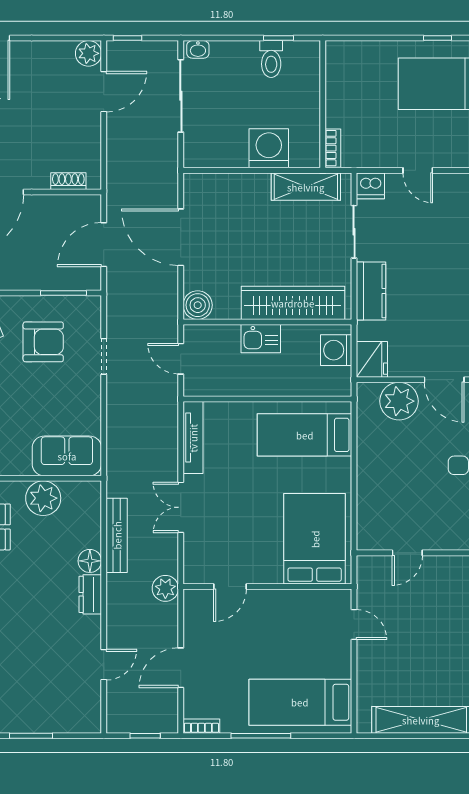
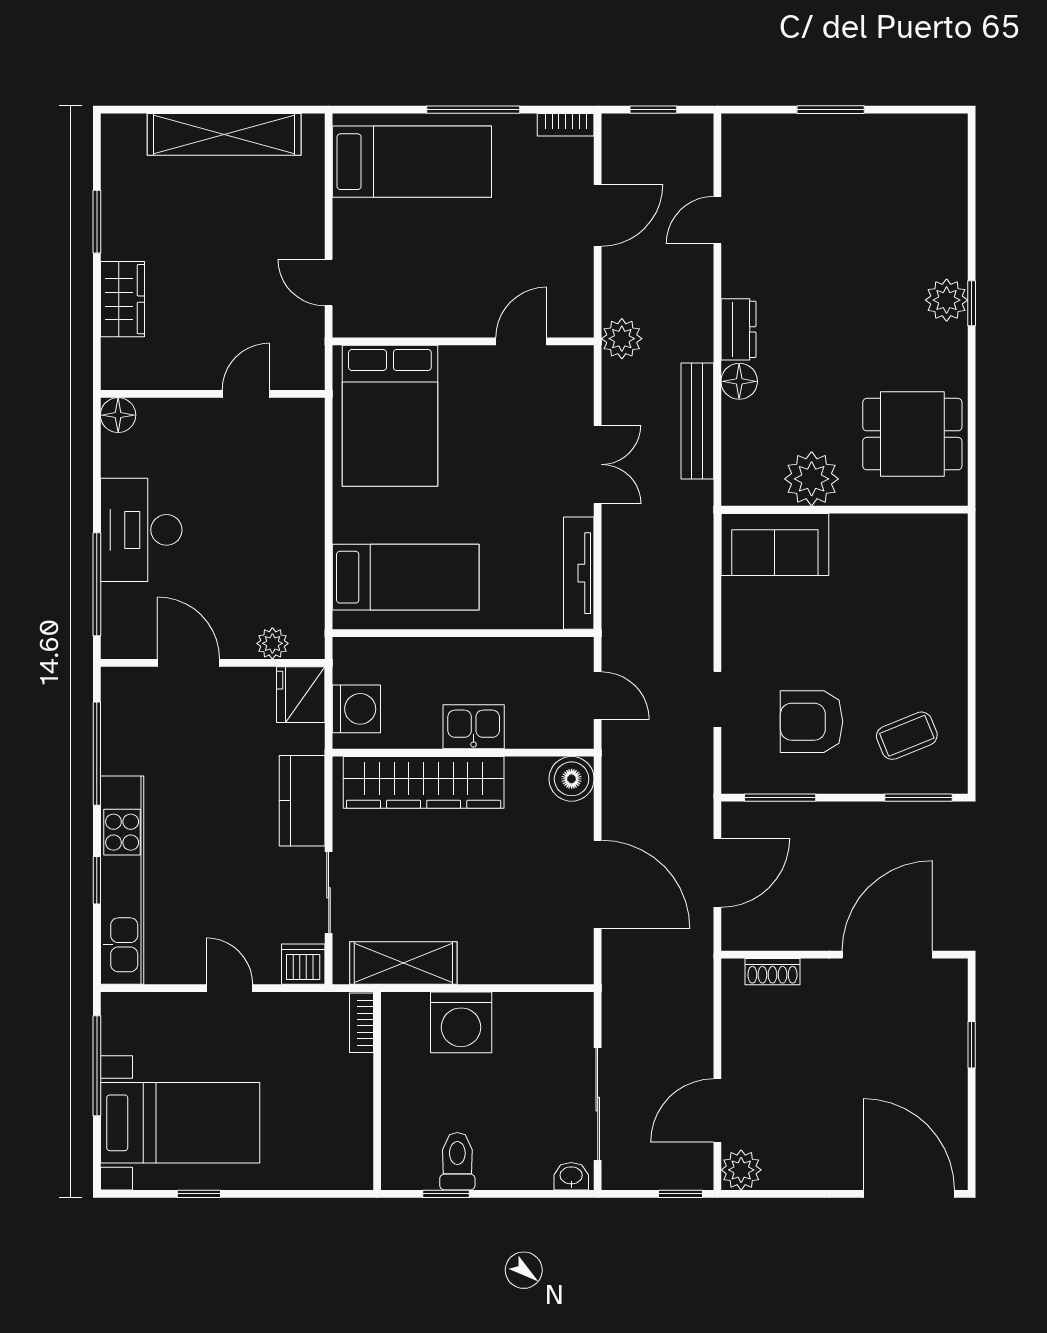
plant: (399, 401) -> (272, 643), width x0.53, depth x0.53

